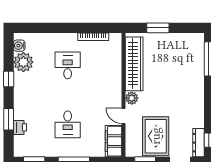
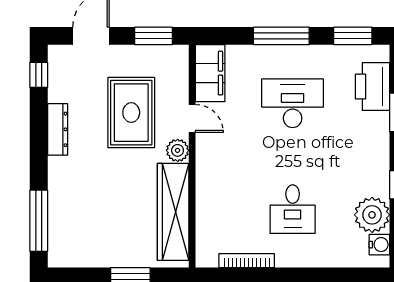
desk: (68, 124) -> (293, 103), width x1.37
printer: (20, 127) -> (373, 87), width x1.87, depth x1.48
rug: (156, 136) -> (131, 113), moved
dresser: (198, 143) -> (58, 129), moved

